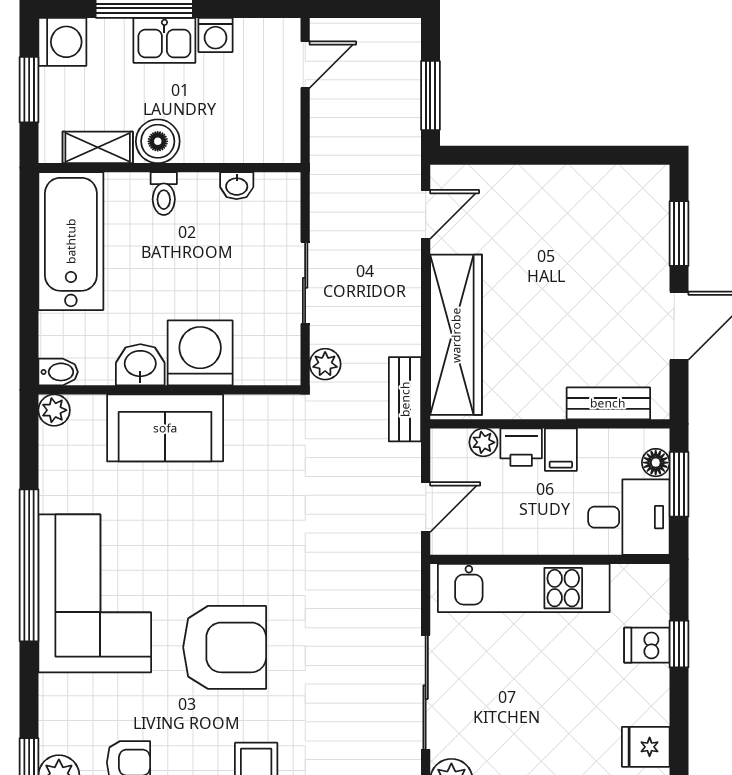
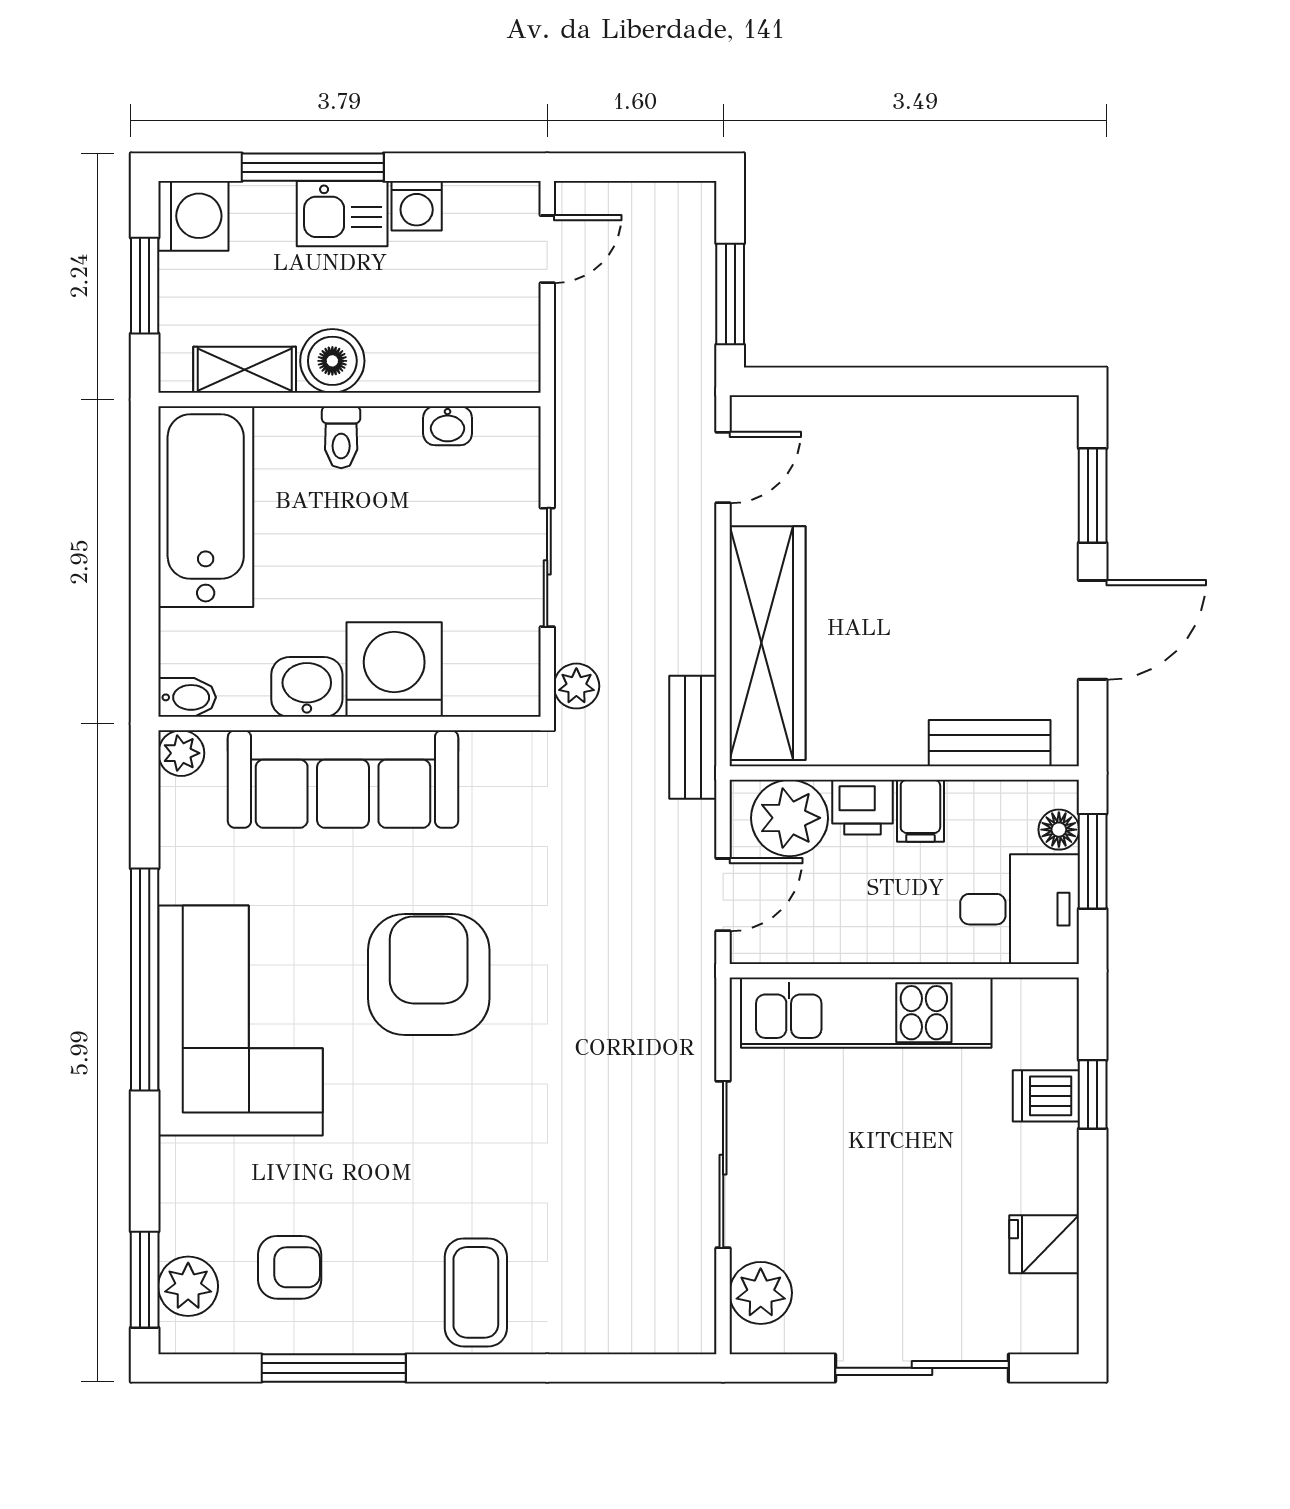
sofa: (165, 428) -> (343, 779), width x1.36
plant: (483, 442) -> (790, 818), width x1.87, depth x1.87
armchair: (225, 647) -> (429, 974), moved, turned -90

